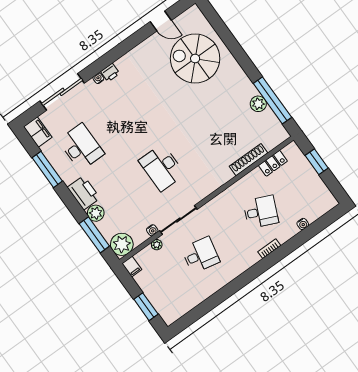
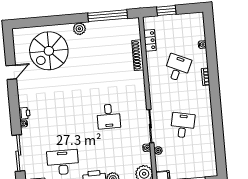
door: (161, 21) -> (11, 72), moved
plant: (258, 104) -> (79, 29), moved
desk: (162, 167) -> (109, 116), width x0.73

